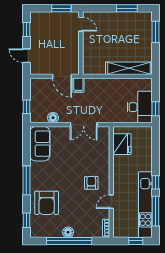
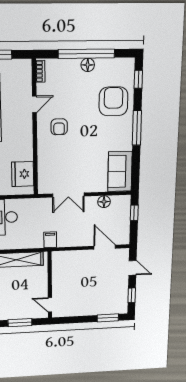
window: (61, 8) -> (108, 318), moved
door: (81, 24) -> (50, 305), moved
wall: (81, 43) -> (50, 285), moved
door: (62, 76) -> (105, 247), moved
filing cabinet: (78, 85) -> (50, 240), moved
double door: (84, 125) -> (68, 195), swing flipped

